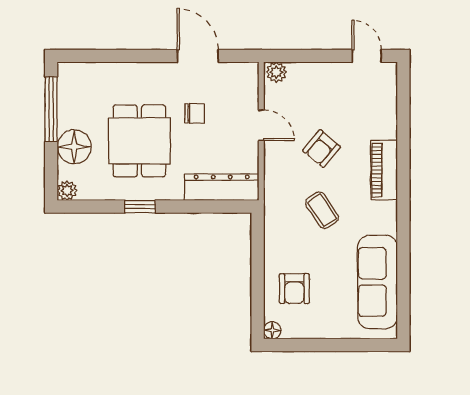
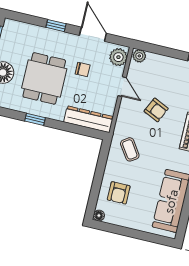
window: (138, 56) -> (56, 26), added
plant: (245, 82) -> (118, 57), added
armchair: (322, 149) -> (156, 110), turned -105
coffee table: (322, 210) -> (130, 149), moved

